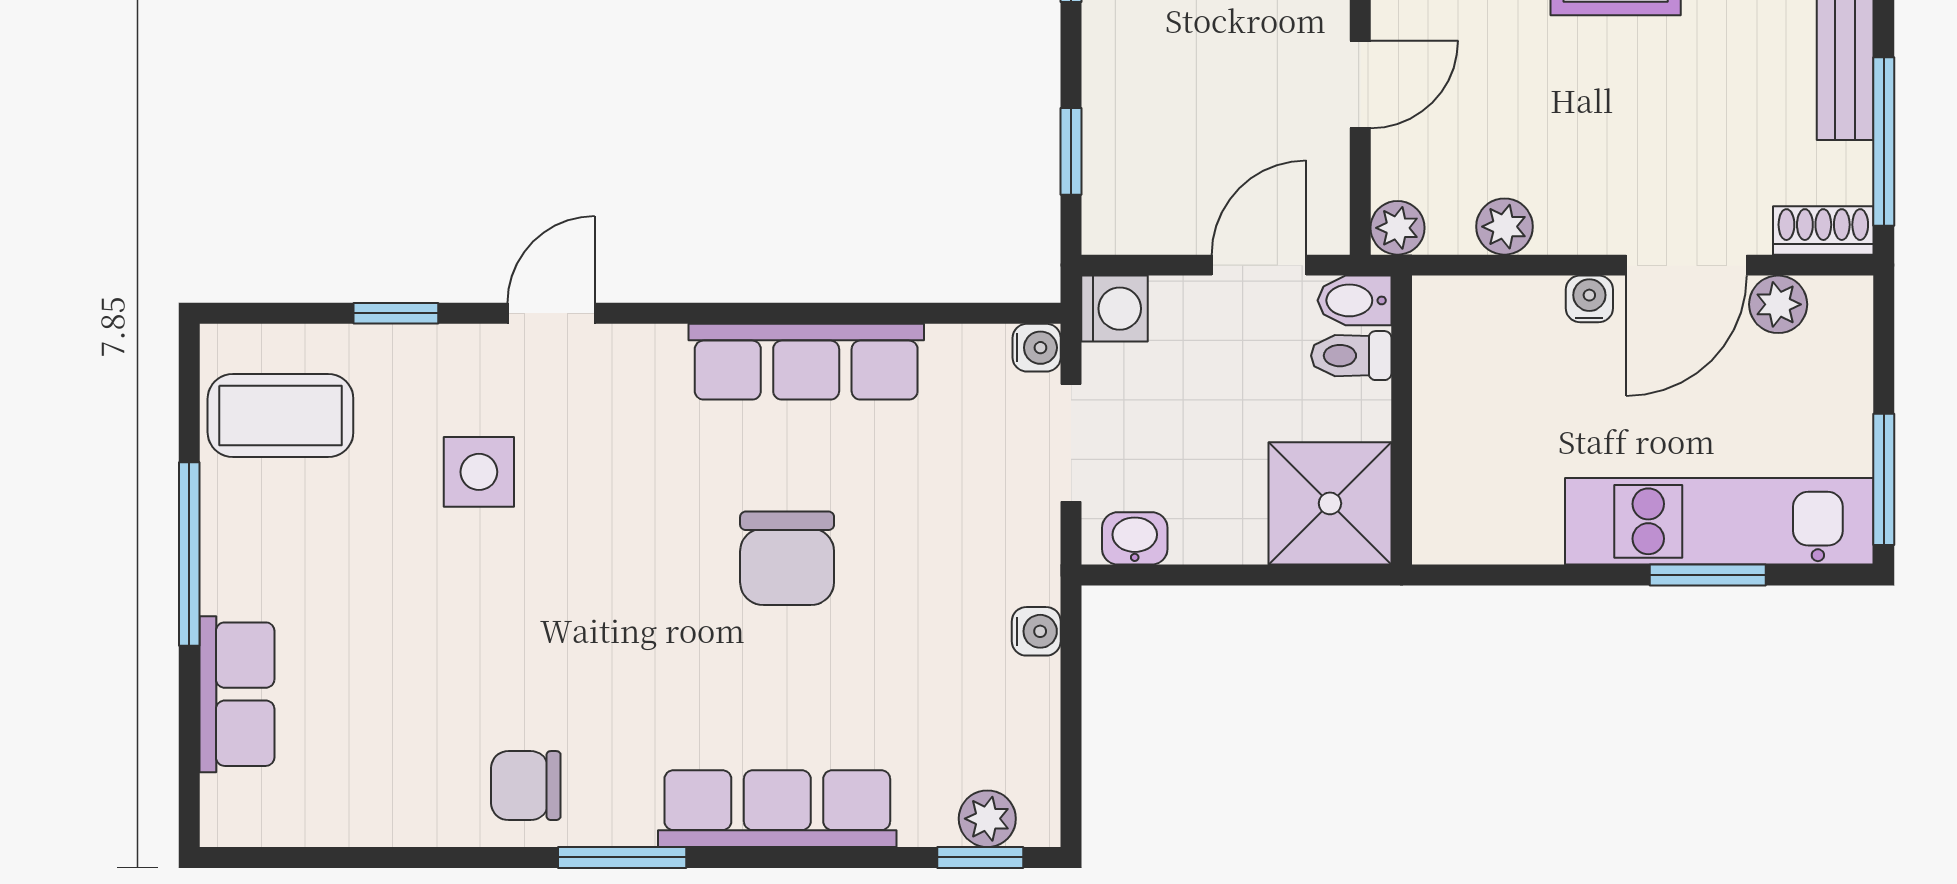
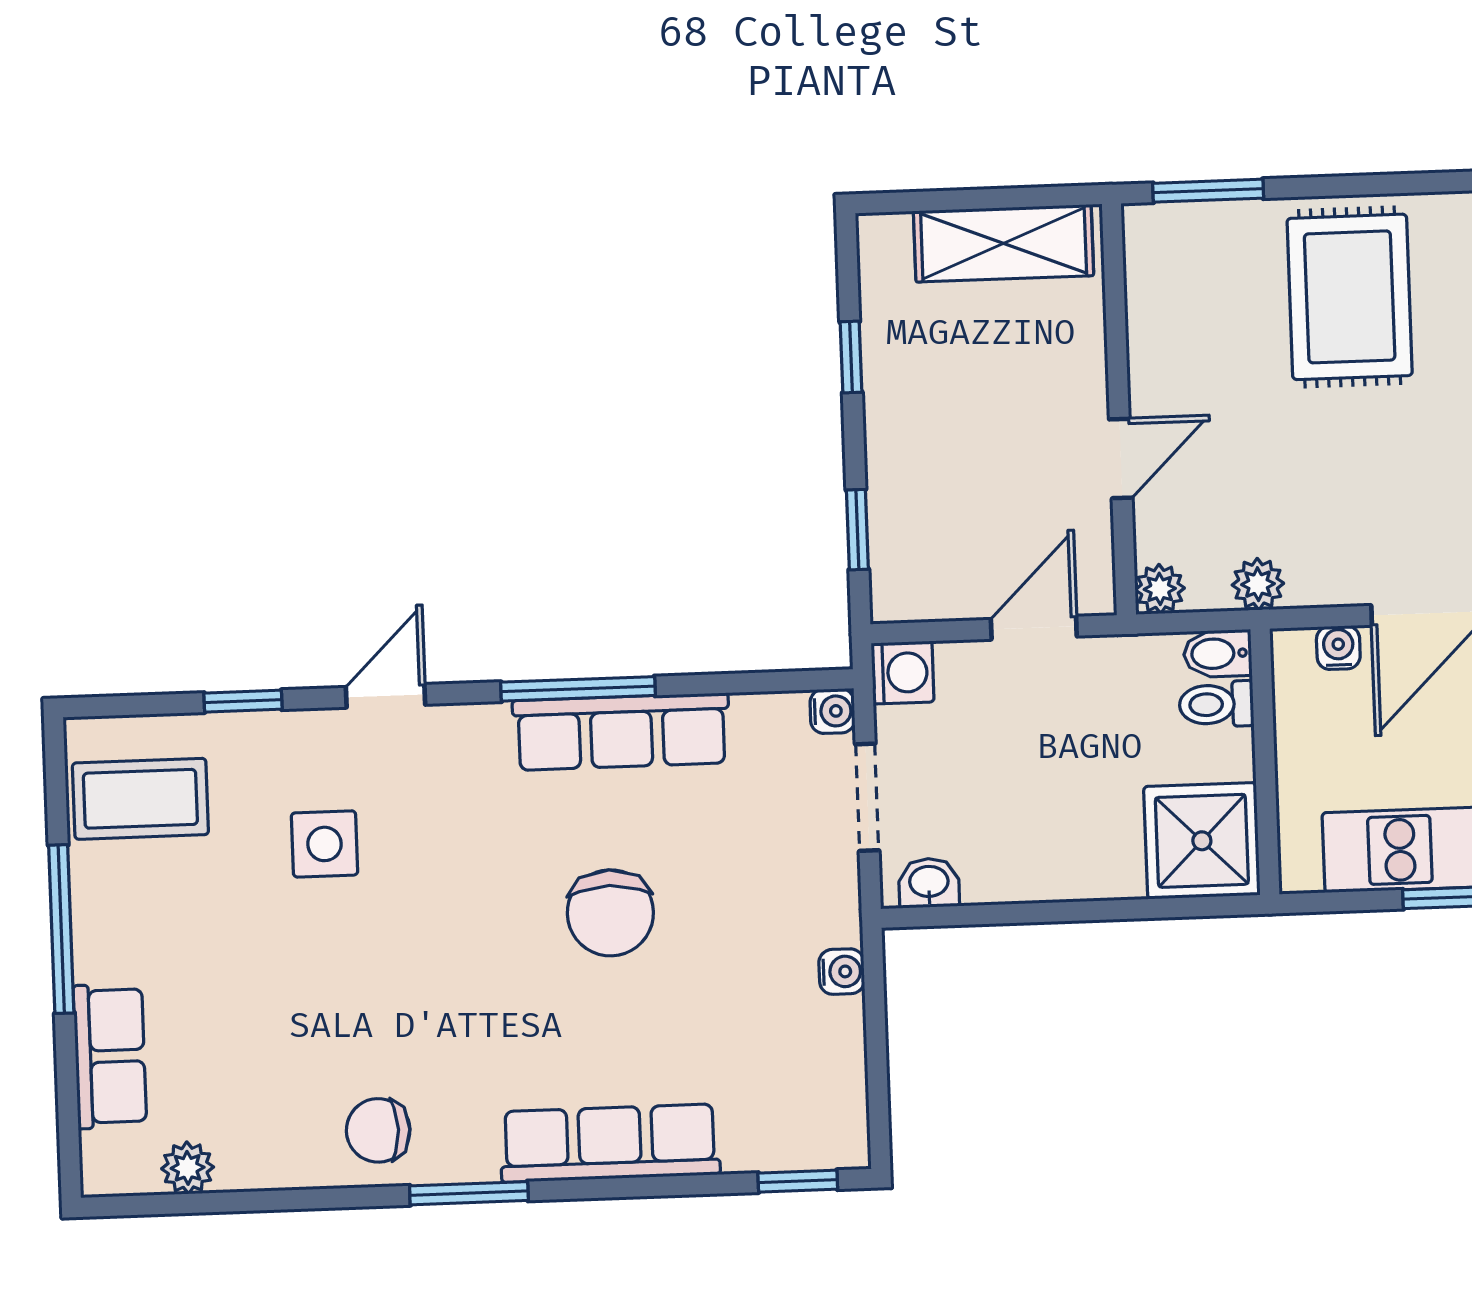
bidet: (1354, 300) -> (1218, 654), moved
window: (761, 313) -> (578, 689), added
toilet: (1351, 356) -> (1216, 704), moved
wall: (1402, 420) -> (1265, 762), moved
shower: (1330, 503) -> (1202, 841), moved
plant: (987, 819) -> (188, 1168), moved

